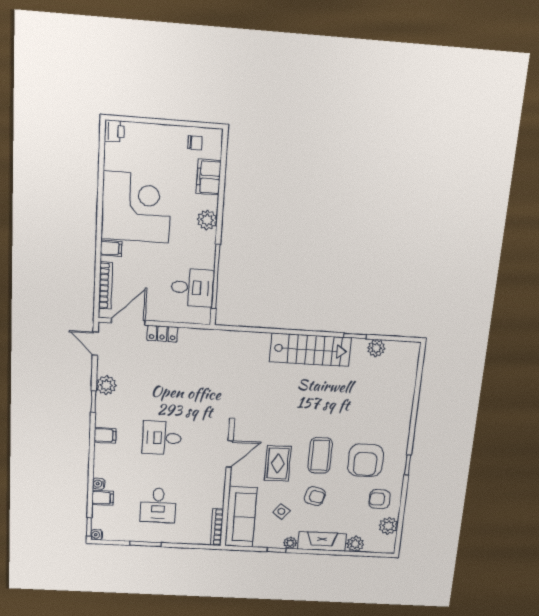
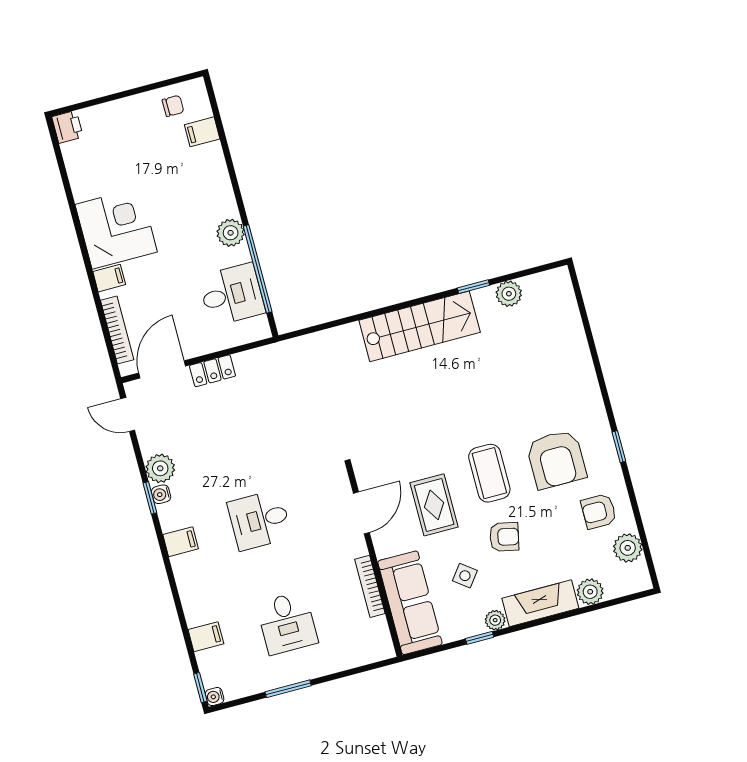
filing cabinet: (209, 177) -> (202, 132), width x0.50
corner desk: (136, 207) -> (116, 228), width x0.74, depth x0.74
plant: (207, 220) -> (231, 233), moved
water cooler: (99, 484) -> (161, 494), moved
bookcase: (217, 527) -> (370, 586), moved

